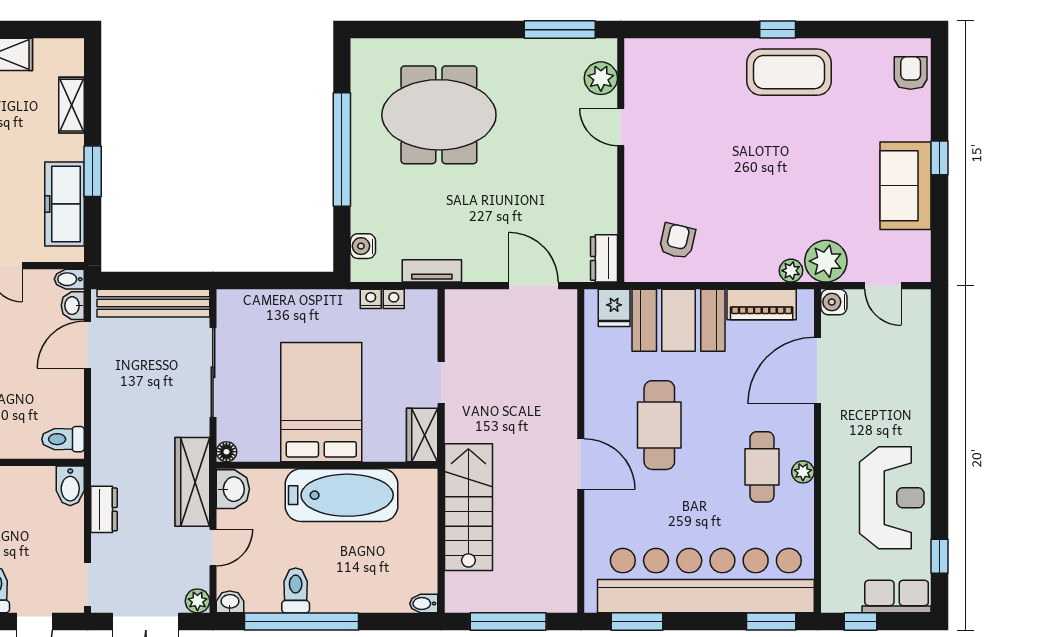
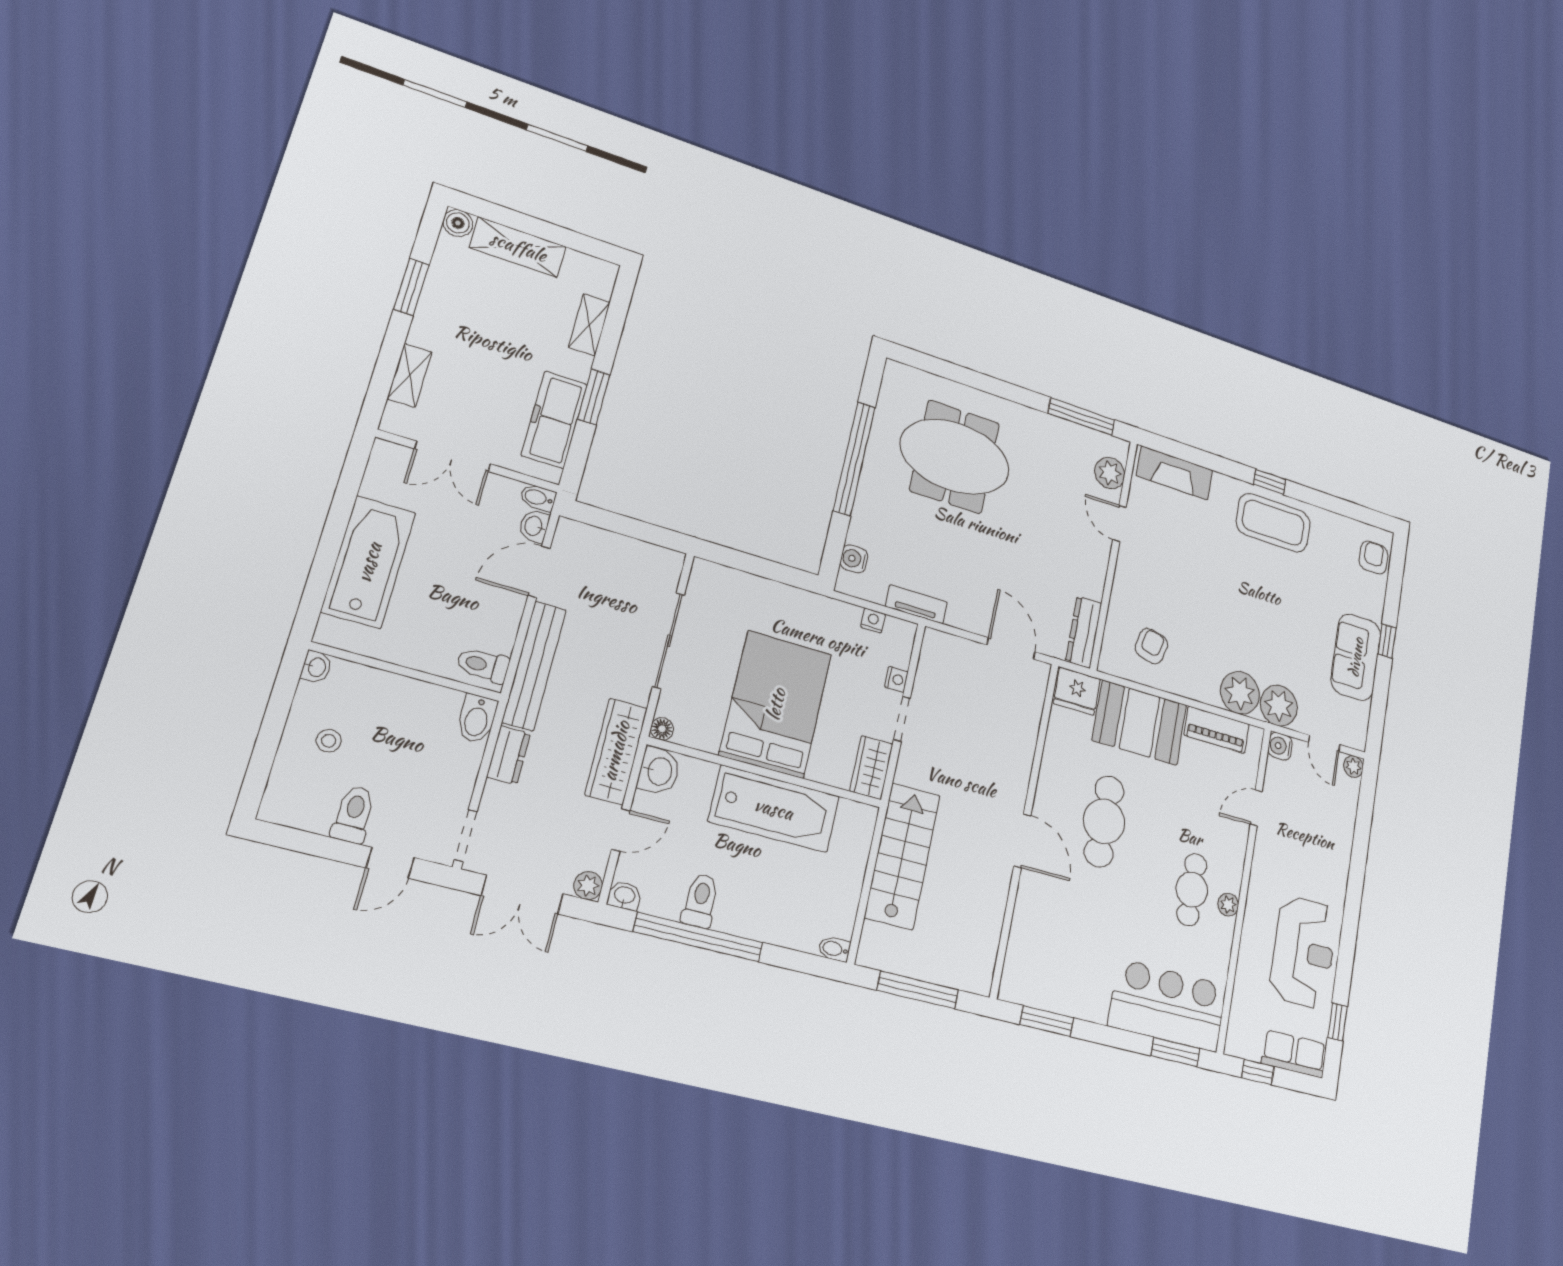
fireplace: (670, 55) -> (1175, 473), added
dresser: (604, 258) -> (1084, 632), width x1.44
plant: (791, 271) -> (1240, 693), width x1.87, depth x1.87
nightstand: (371, 299) -> (896, 679), moved, turned 90
plant: (920, 300) -> (1353, 767), added
bench: (153, 303) -> (534, 666), moved, turned 90
fridge: (614, 308) -> (1077, 691), width x1.38
door: (817, 370) -> (1256, 808), width x0.53
bar counter: (706, 581) -> (1168, 1005), width x0.54

